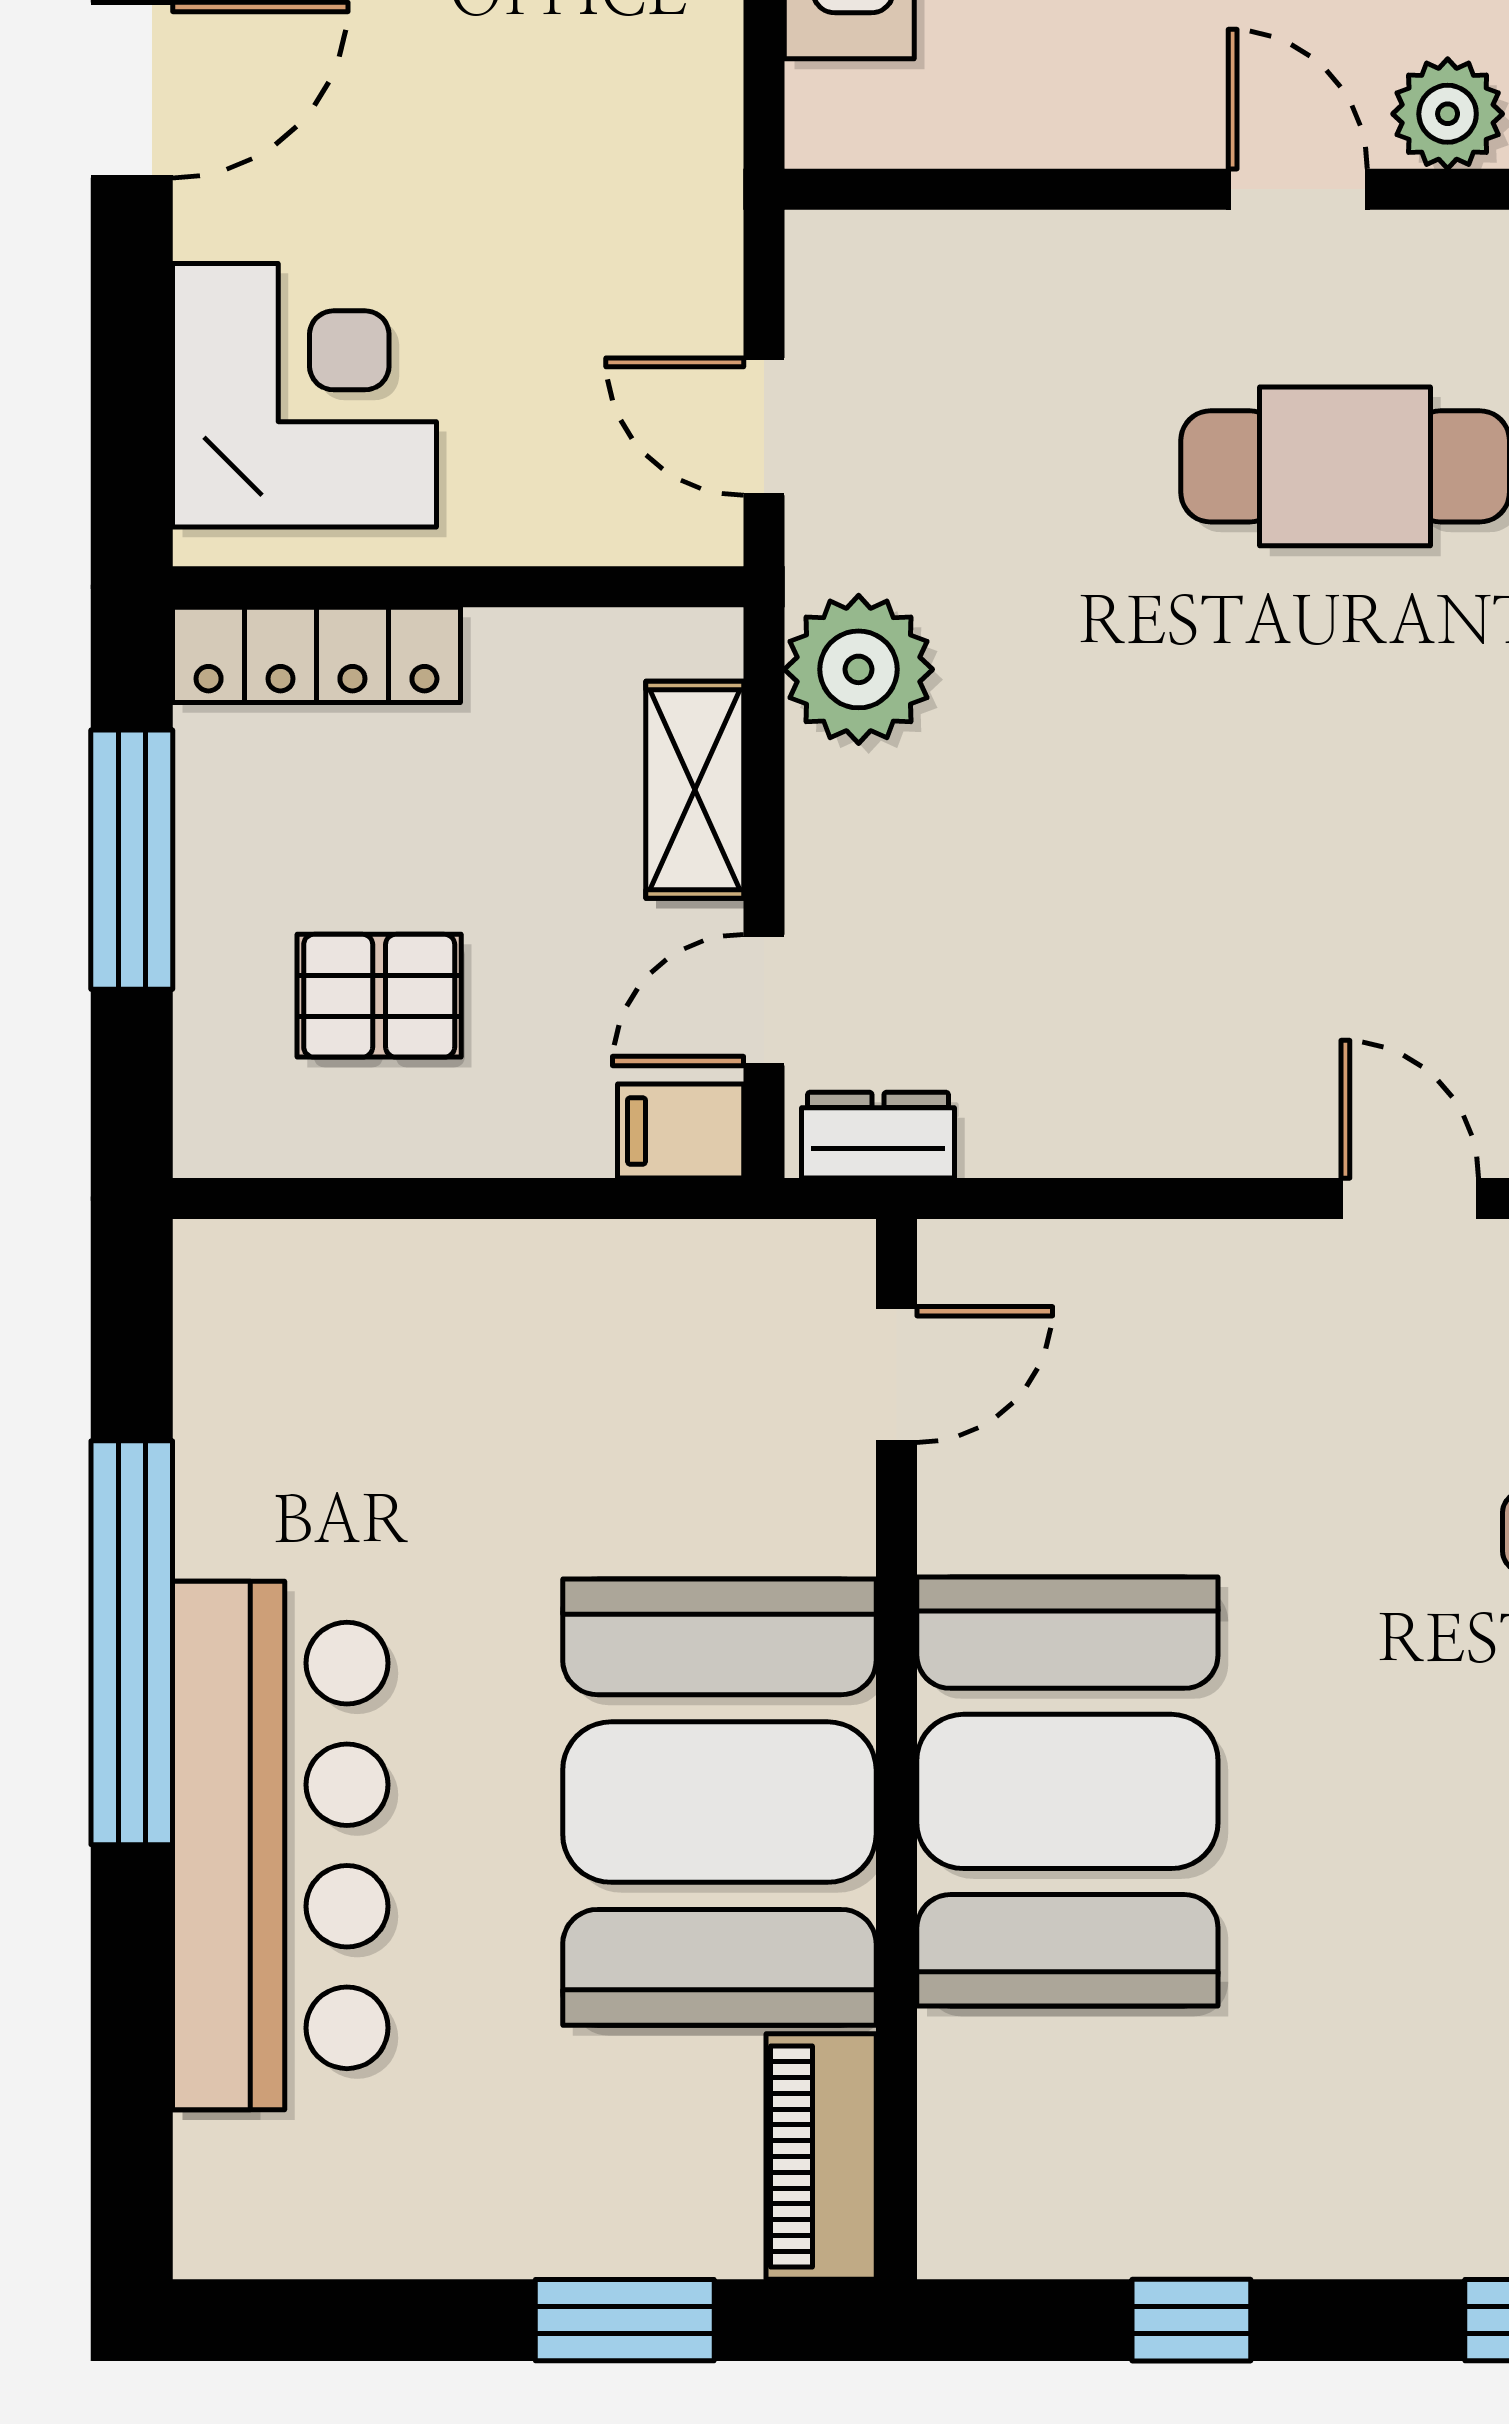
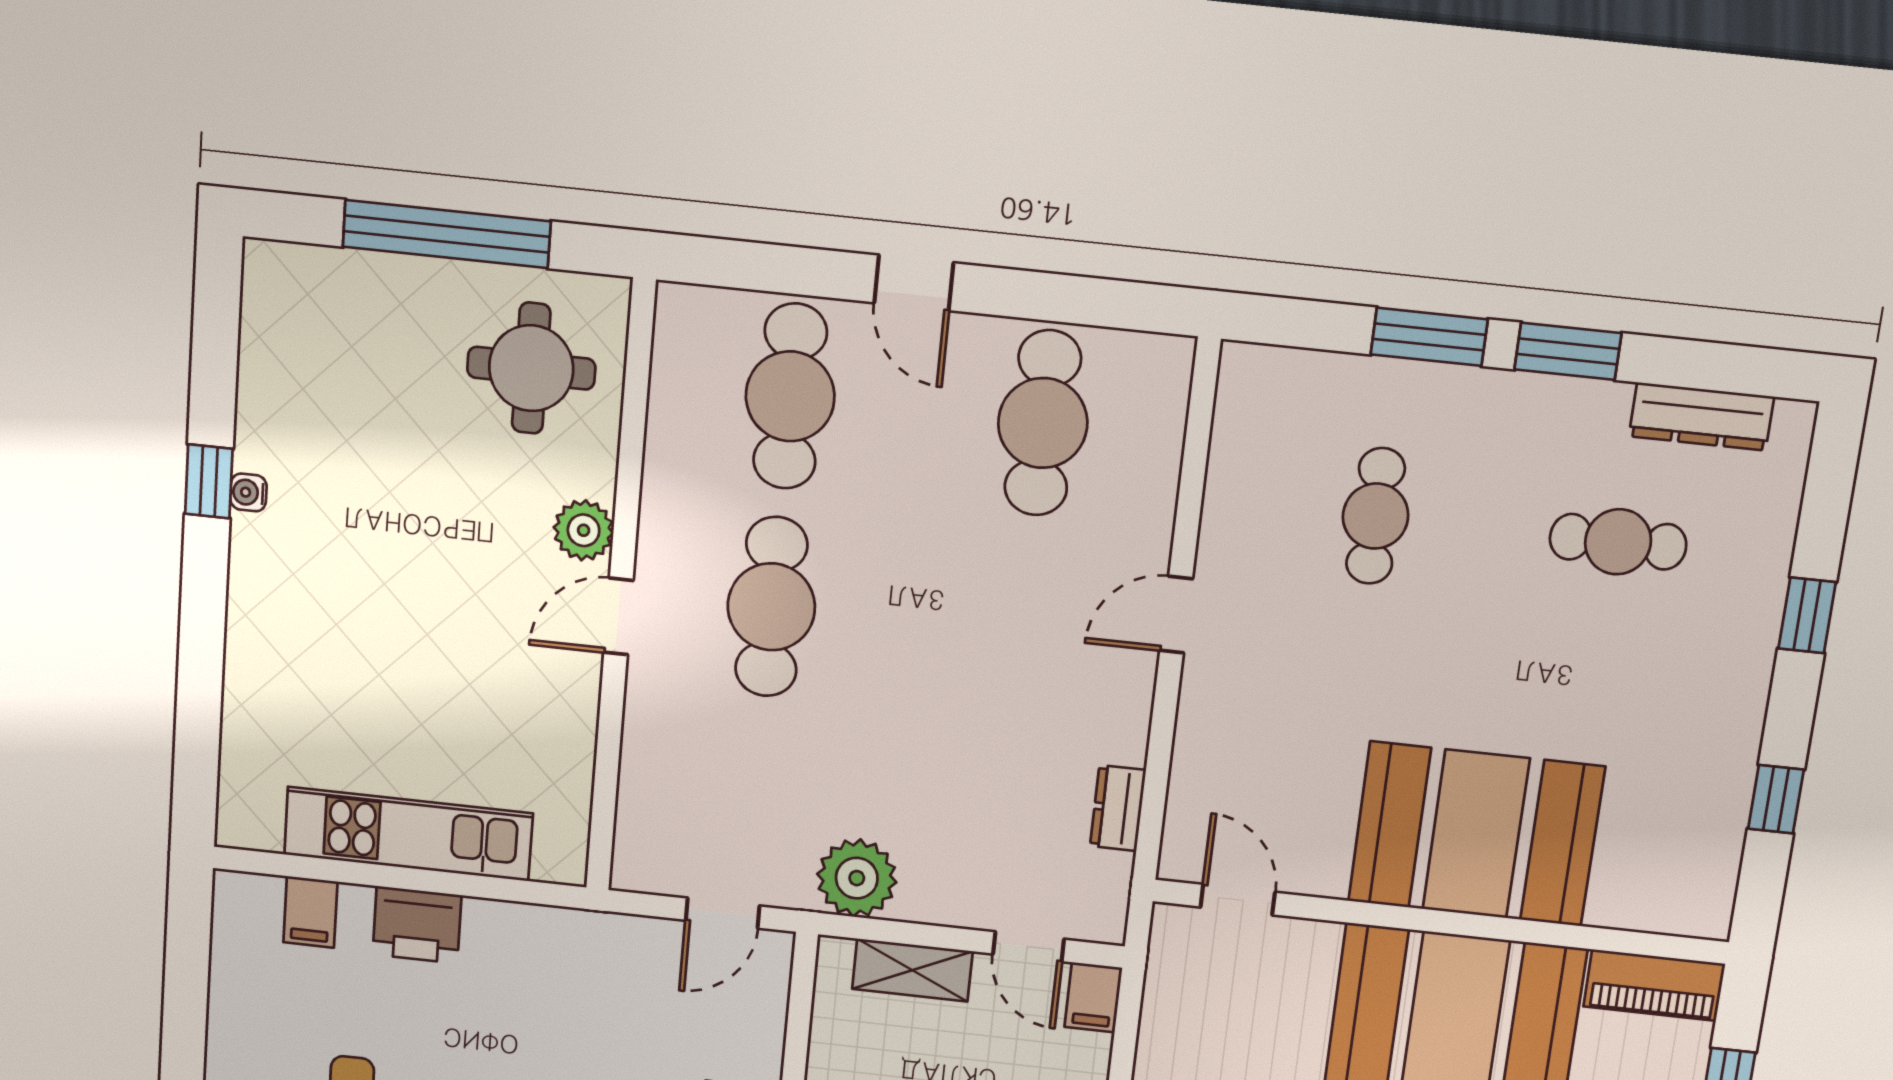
dresser: (878, 1135) -> (1118, 808), moved

